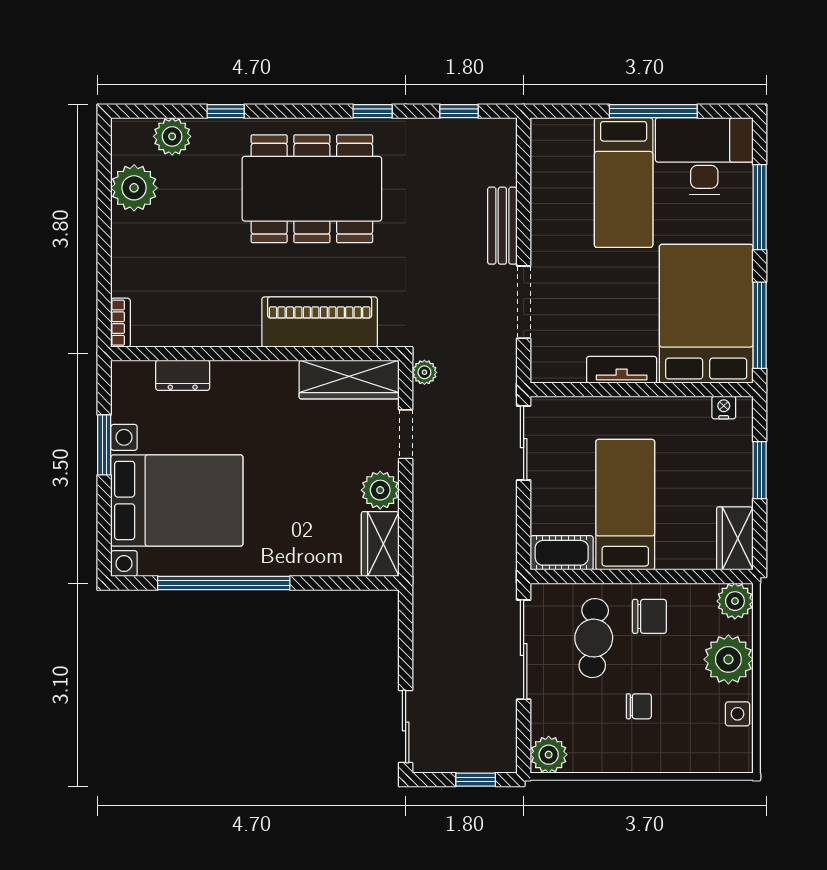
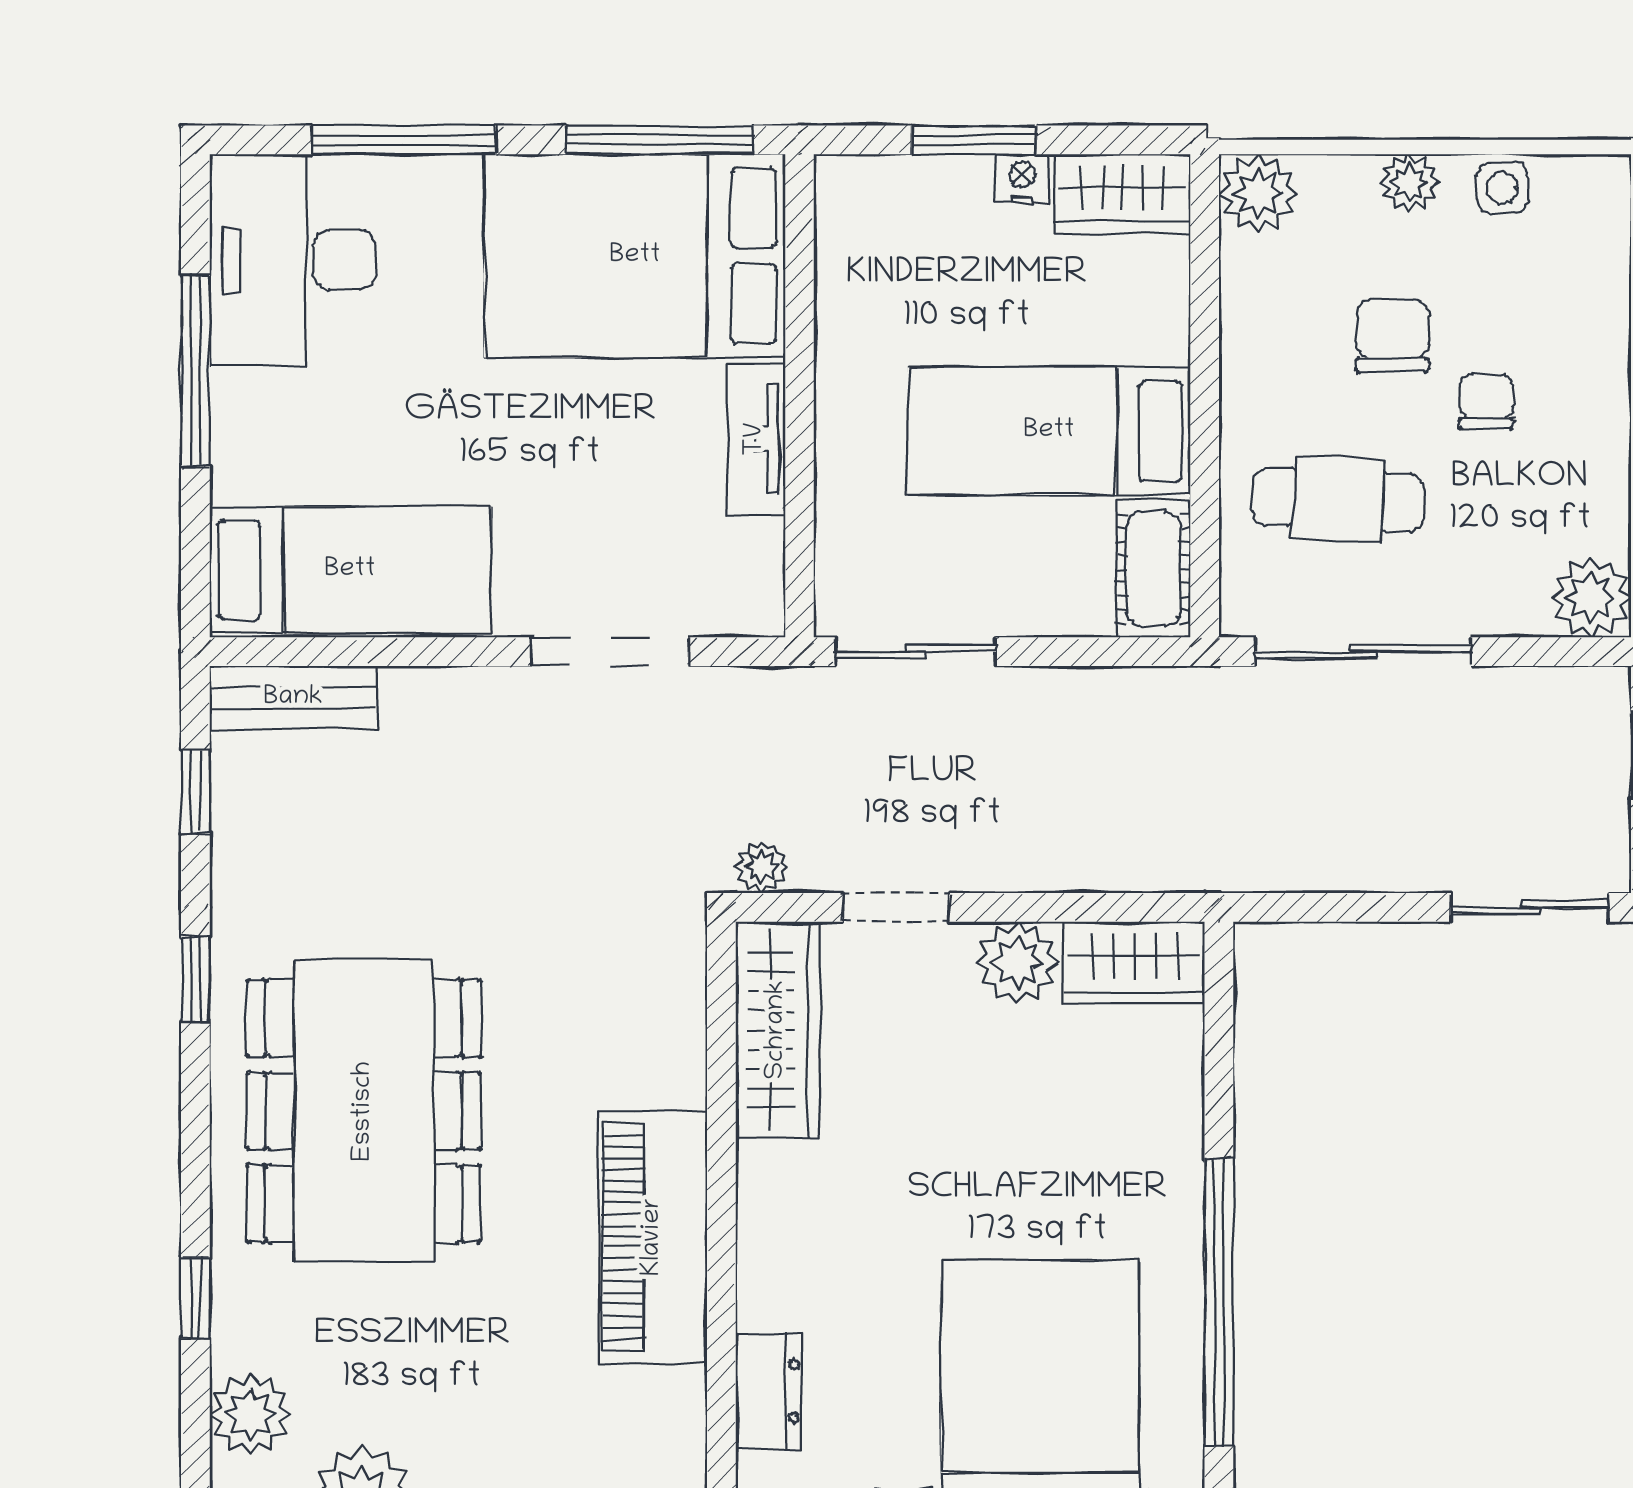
bed: (624, 183) -> (350, 570), moved
bench: (502, 226) -> (293, 698), moved
piano: (320, 322) -> (653, 1237), moved
nightstand: (724, 408) -> (1022, 179), moved, turned 90
chair: (649, 616) -> (1392, 336), moved
plant: (728, 659) -> (1409, 183), width x0.53, depth x0.53

